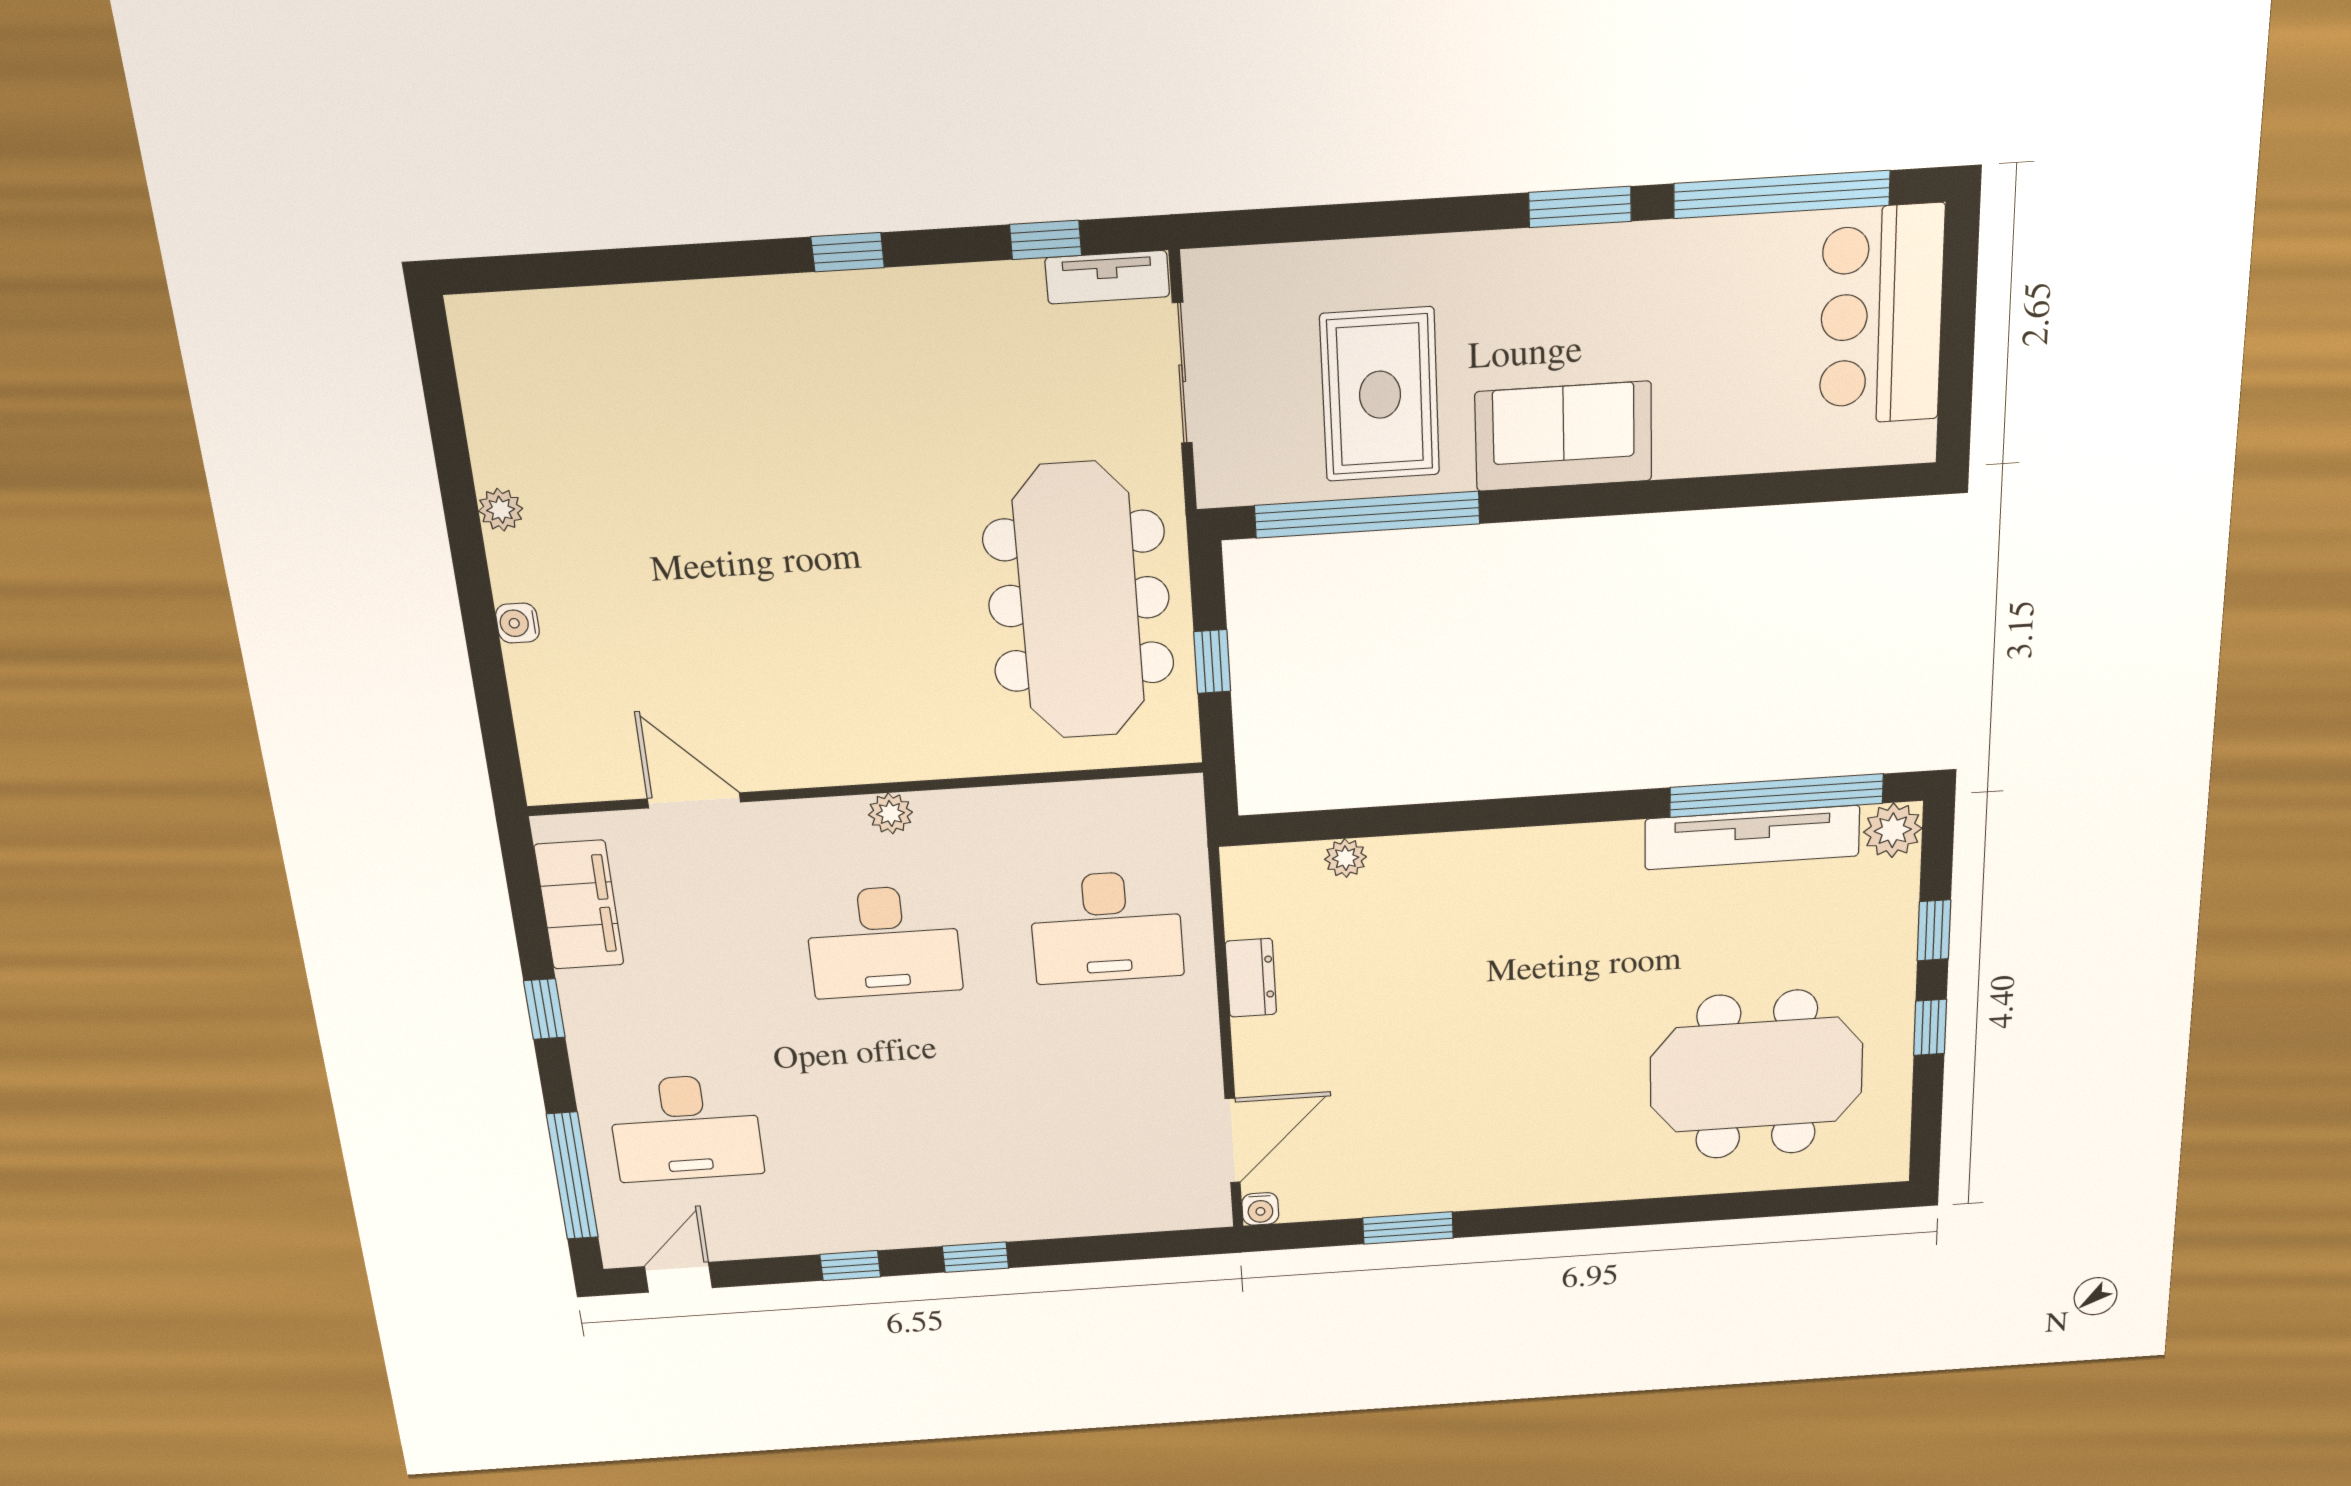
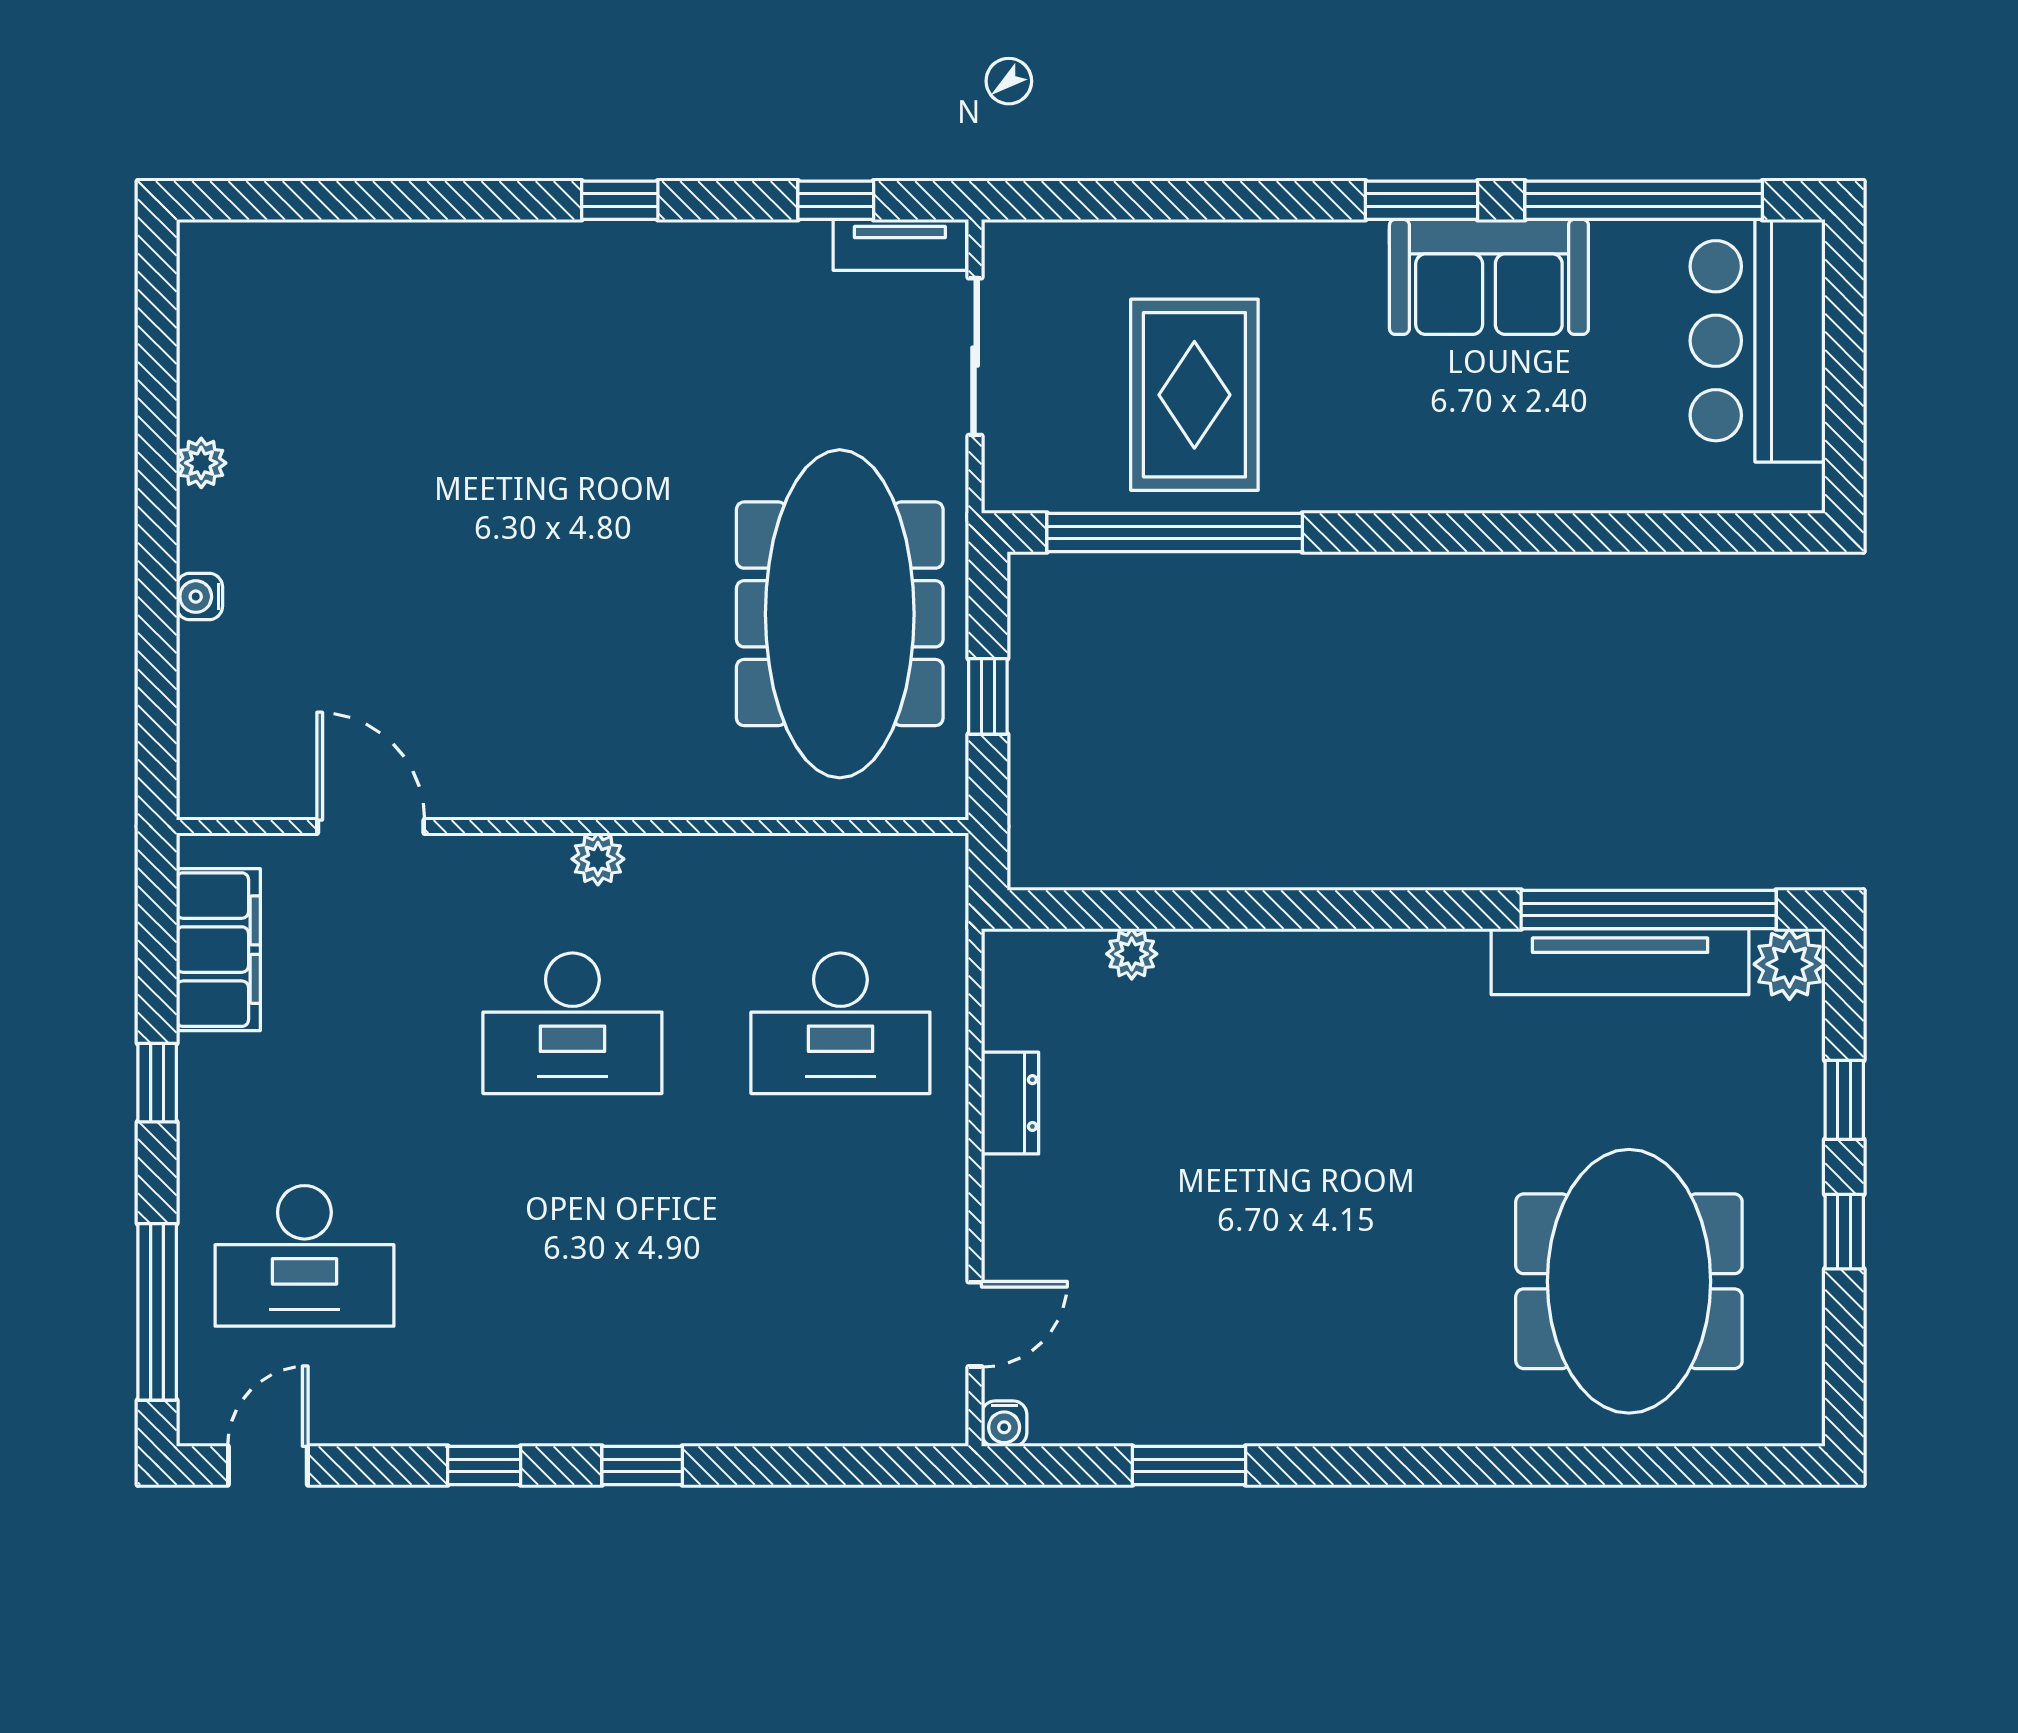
sofa: (1564, 436) -> (1489, 277), moved, turned 180
meeting table: (1756, 1075) -> (1629, 1281), turned 90
door: (1233, 1141) -> (975, 1324), width x0.73

